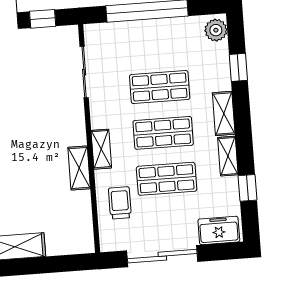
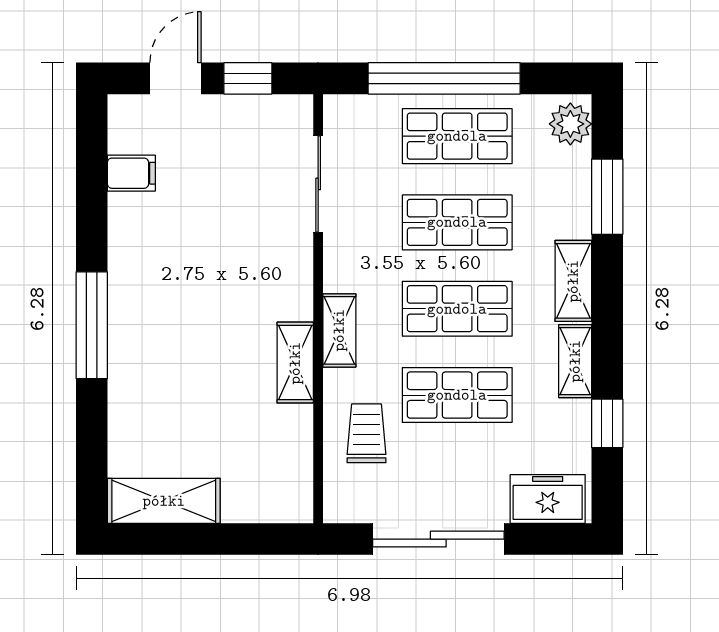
shop shelf: (156, 41) -> (457, 136), added
window: (238, 67) -> (607, 197), width x1.50

